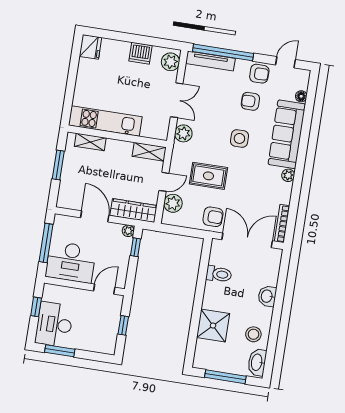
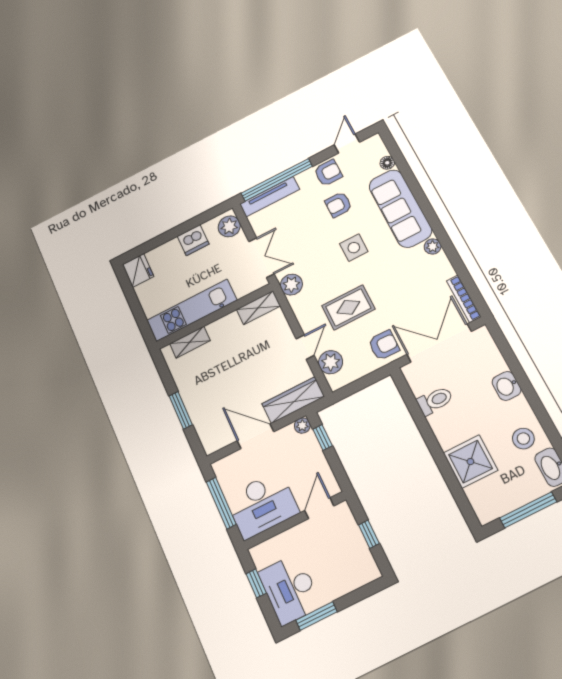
kitchen unit: (105, 121) -> (192, 310), moved
wall: (117, 136) -> (214, 316), moved
shelving: (90, 142) -> (190, 342), moved
shelving: (149, 152) -> (258, 308), moved

